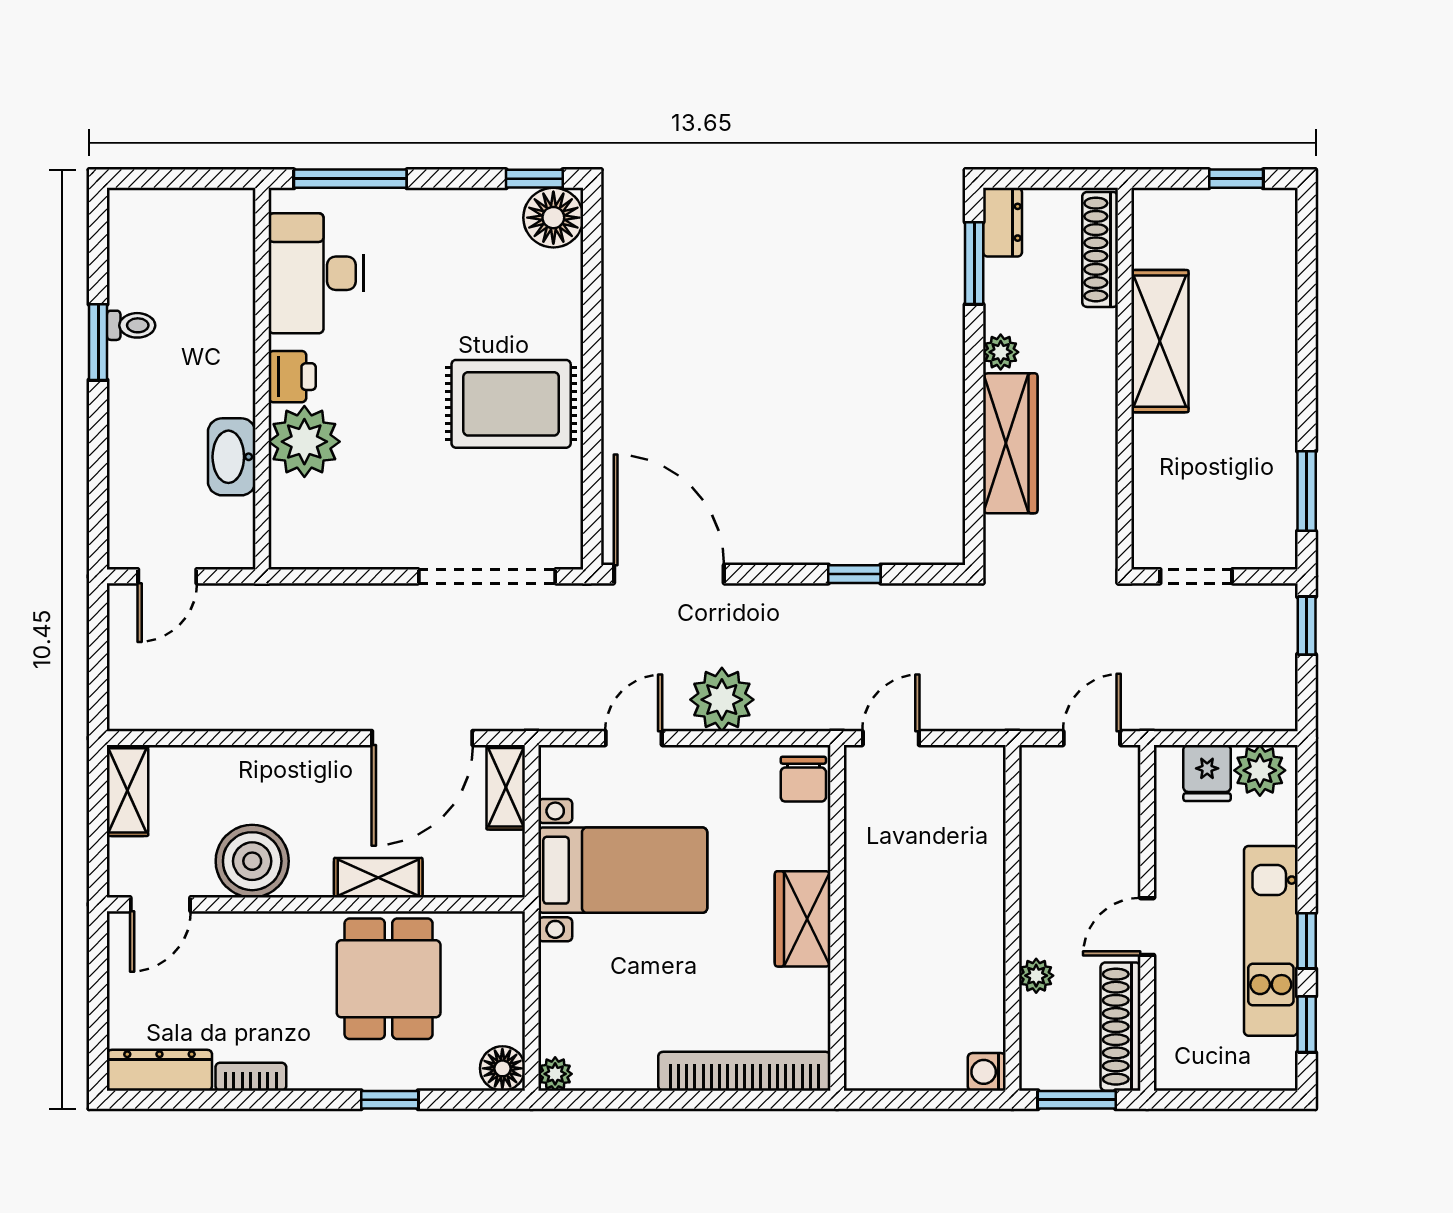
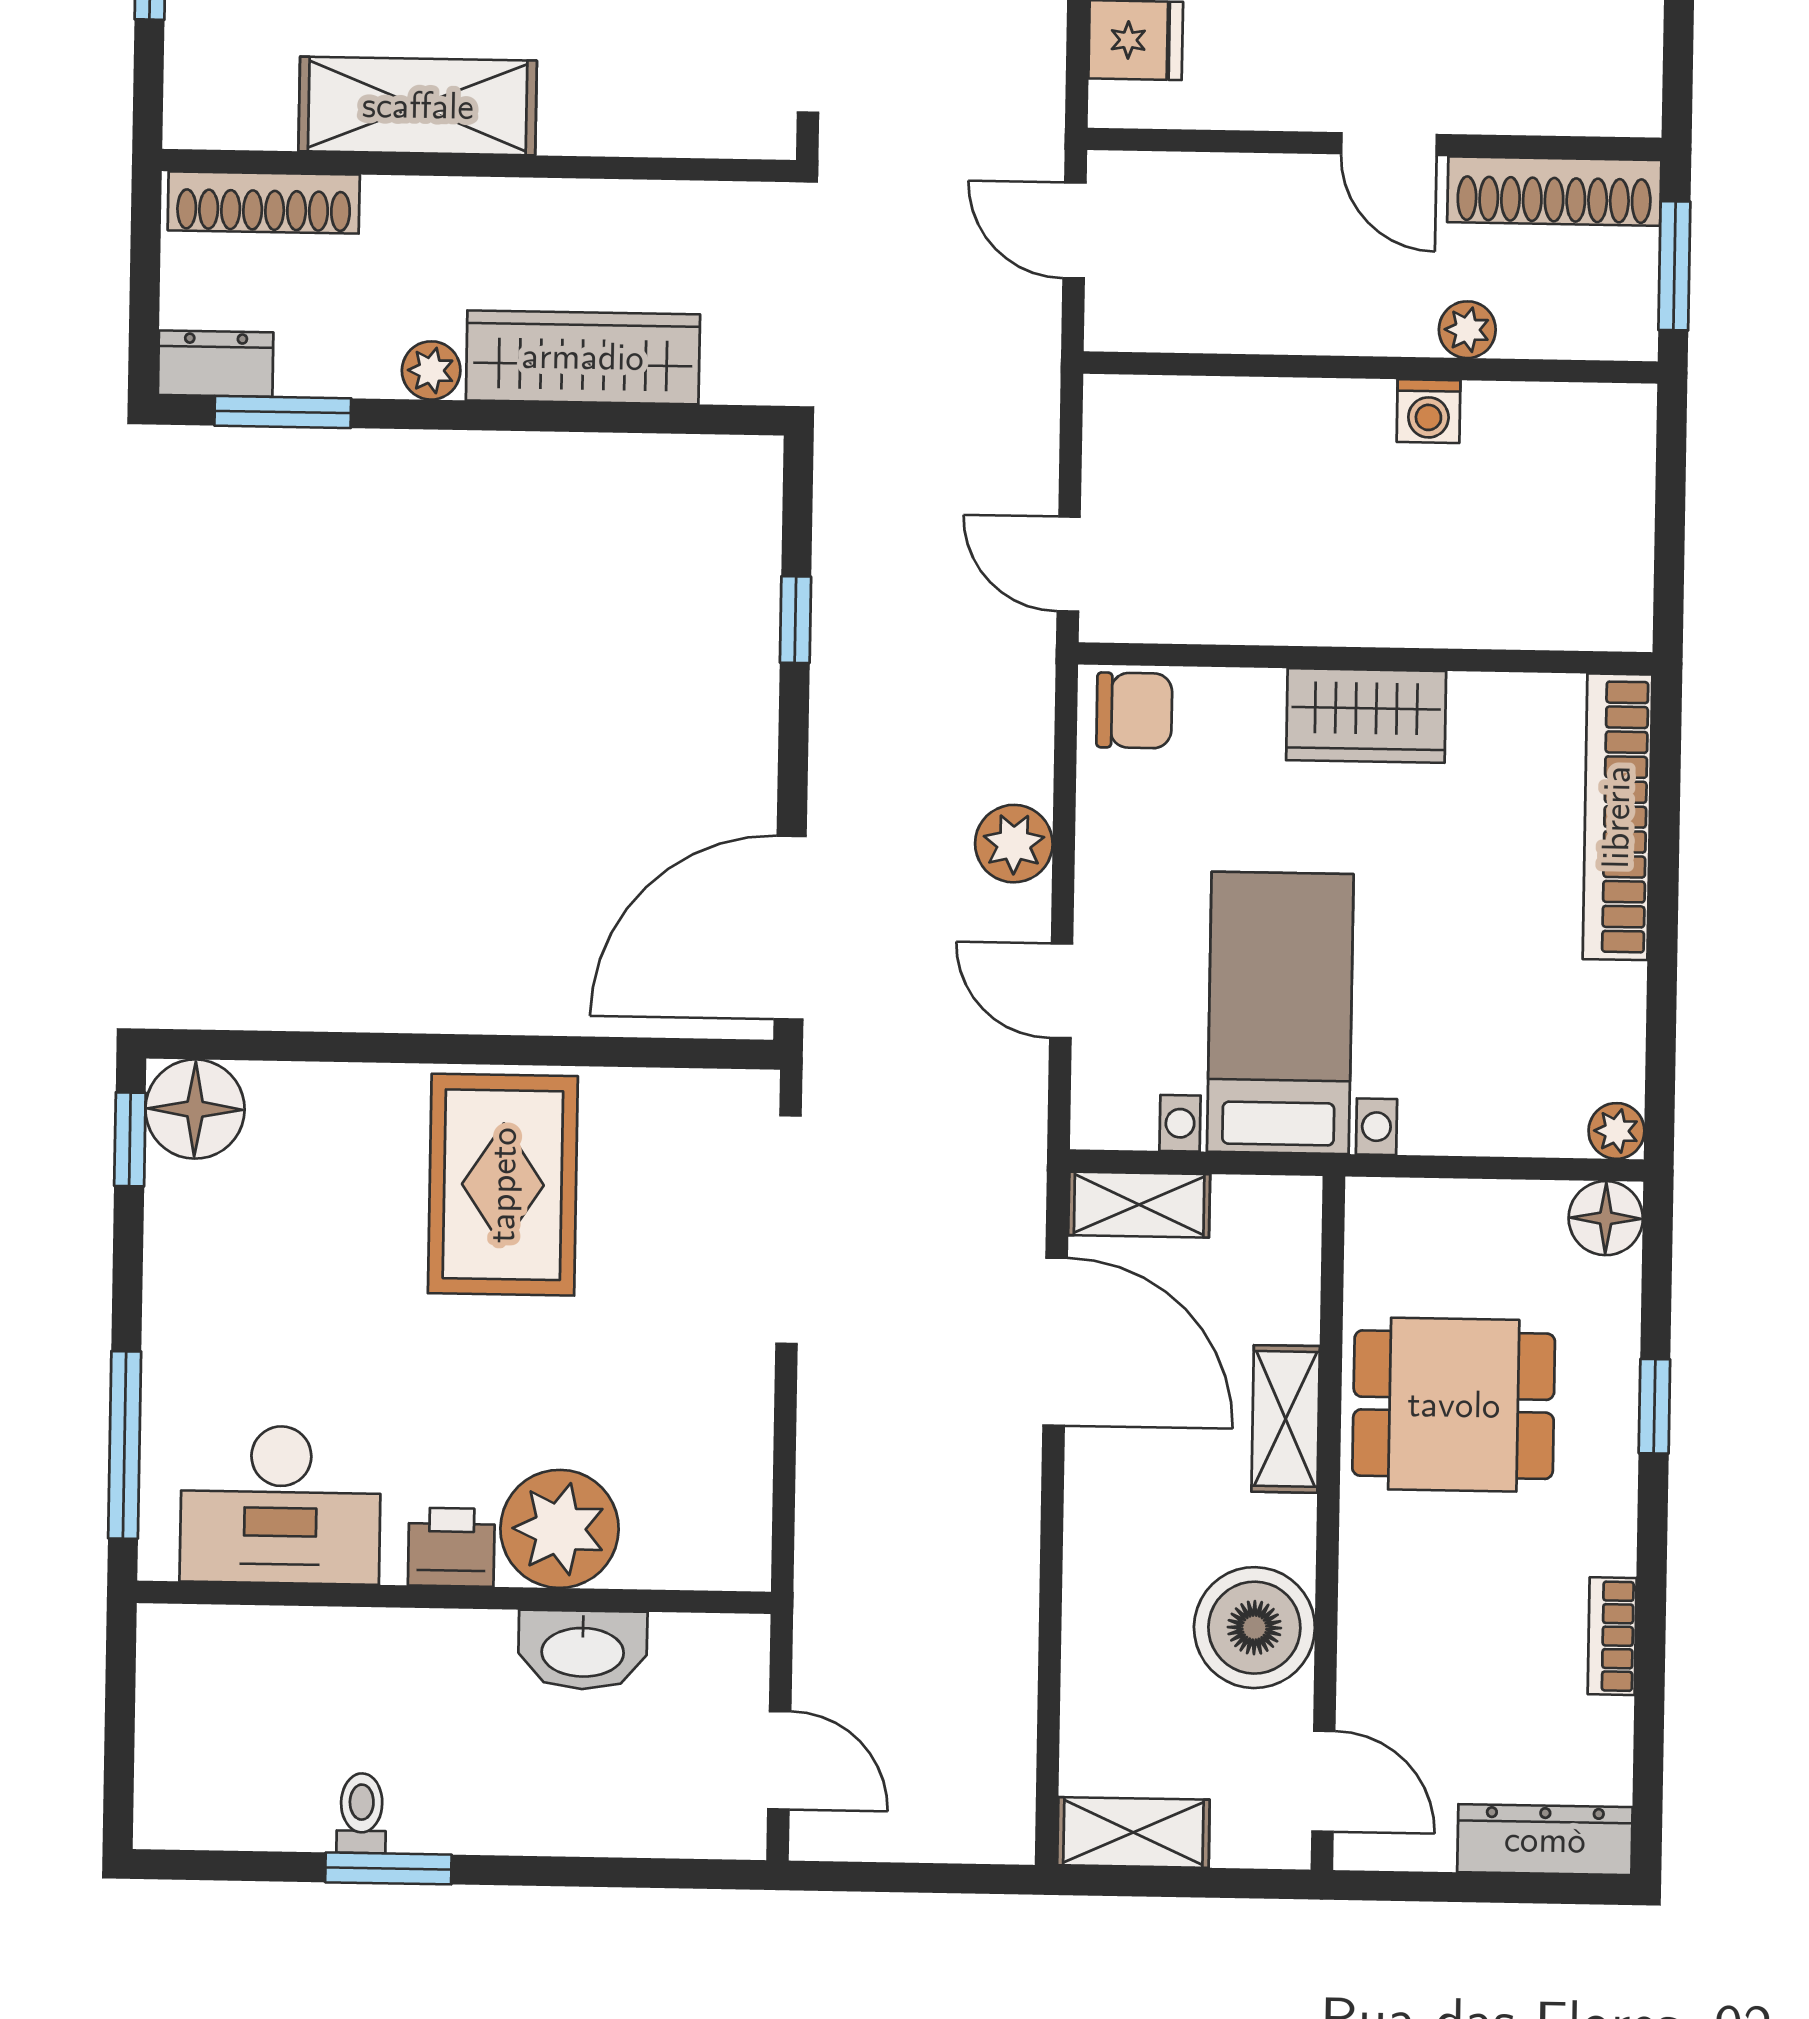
plant: (722, 700) -> (1014, 844), width x0.73, depth x0.73
dresser: (159, 1070) -> (1545, 1840), moved, turned 90
washing machine: (987, 1072) -> (1429, 411), moved

